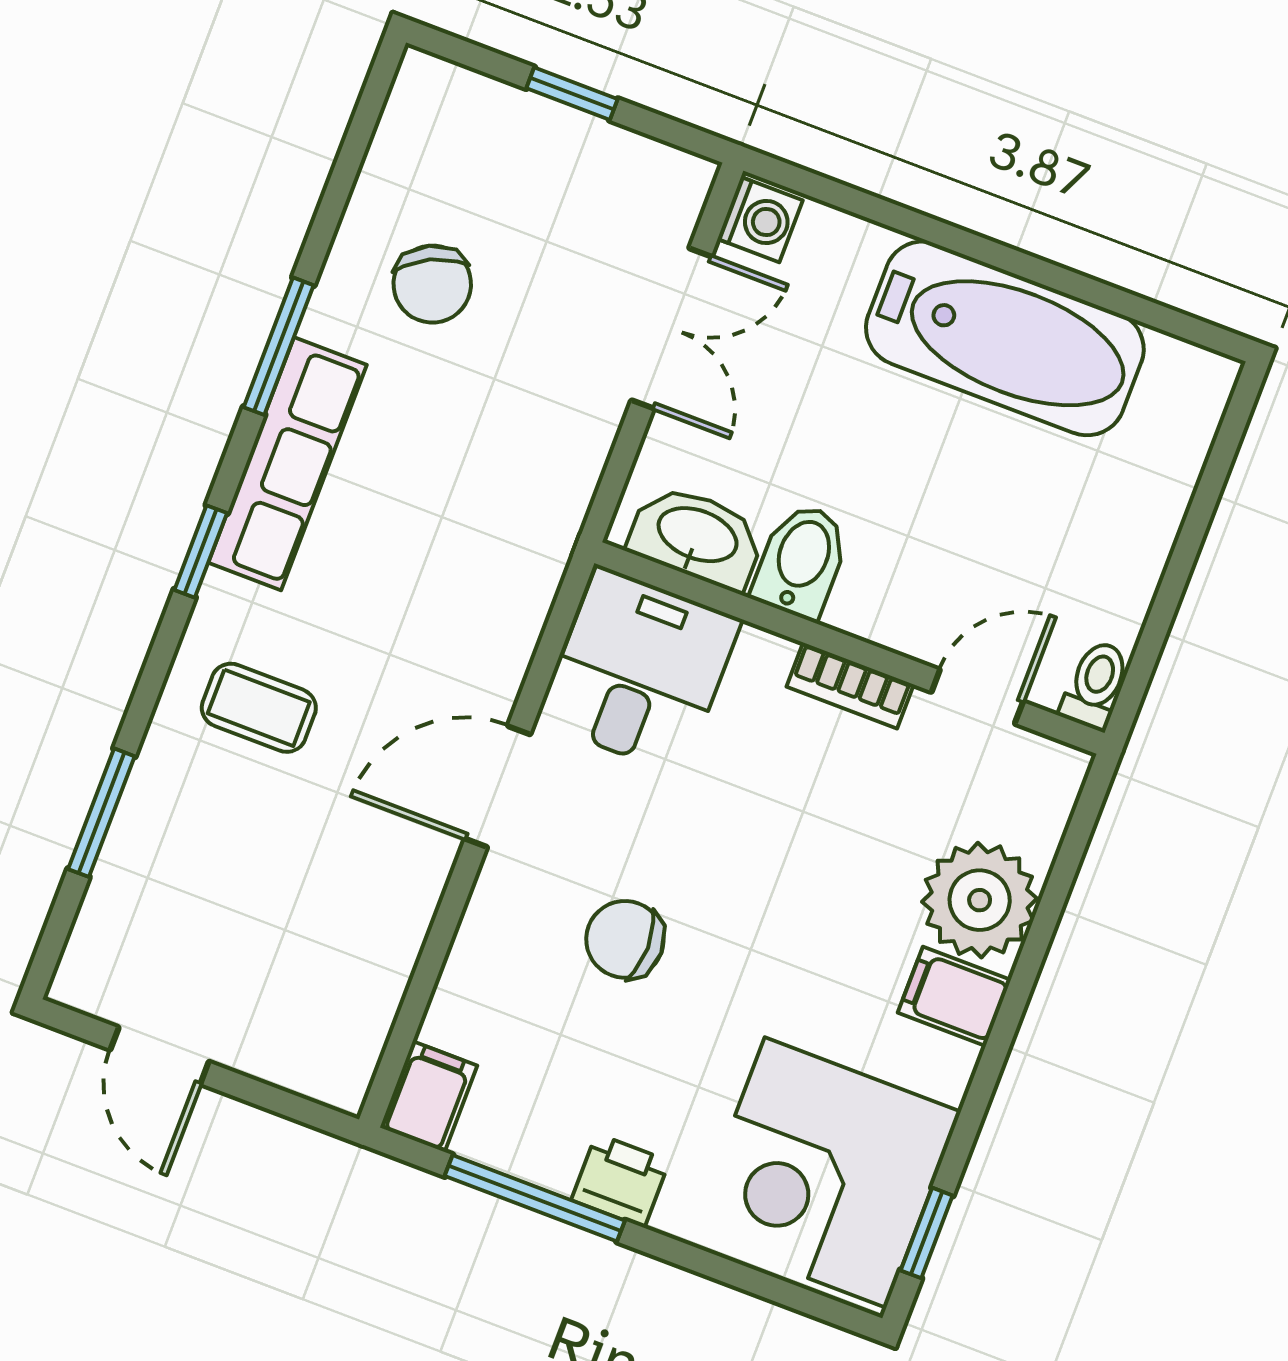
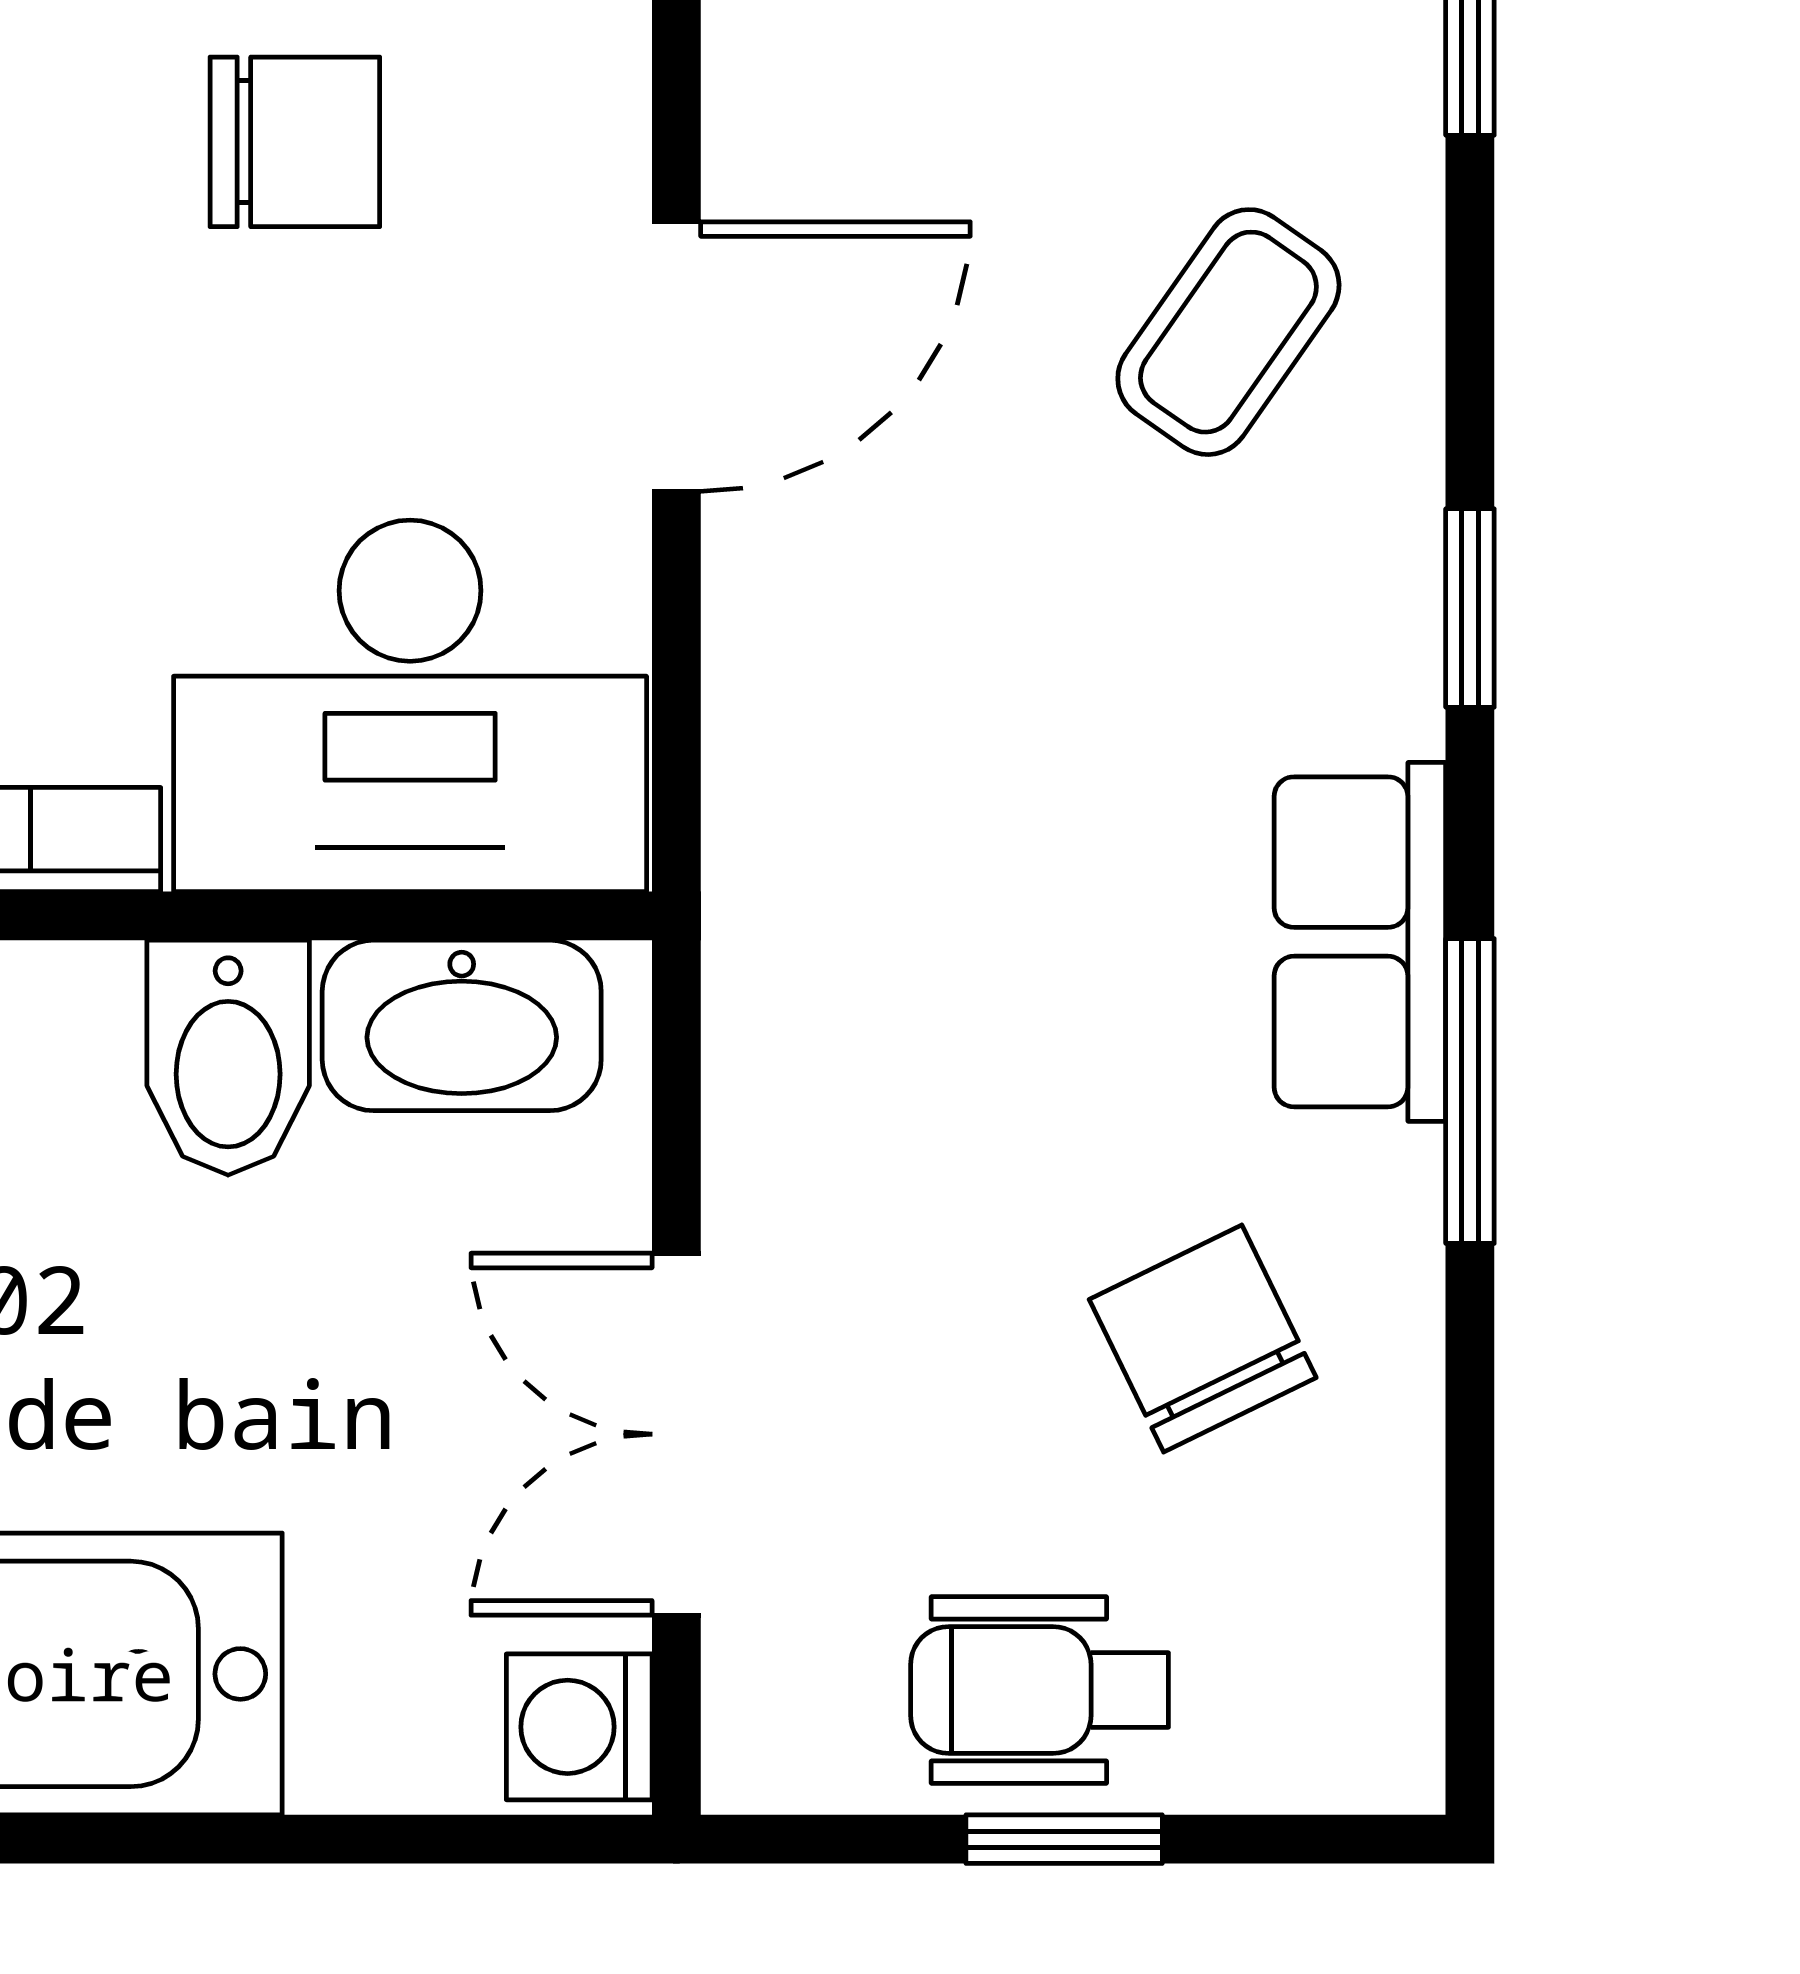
wheelchair: (558, 161) -> (1040, 1690), added
row of seats: (288, 464) -> (1360, 942), width x0.68
desk: (640, 671) -> (410, 706), width x1.37
coffee table: (259, 708) -> (1228, 332), turned -55

